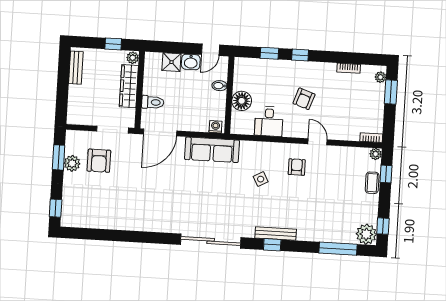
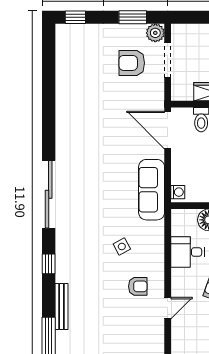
doorway: (113, 130) -> (168, 60), moved
plant: (72, 163) -> (155, 33), moved
bench: (276, 234) -> (61, 306), moved

